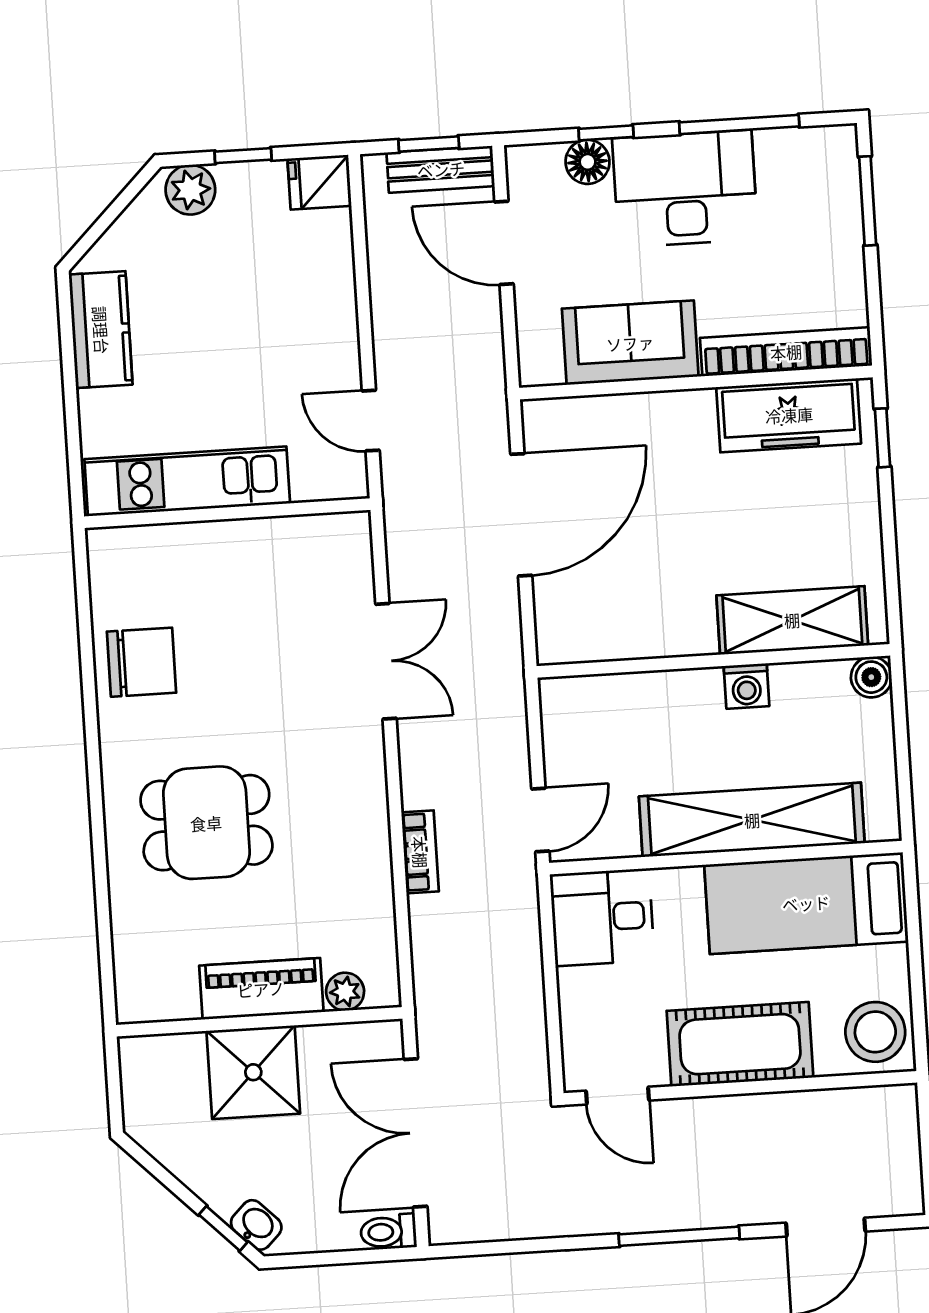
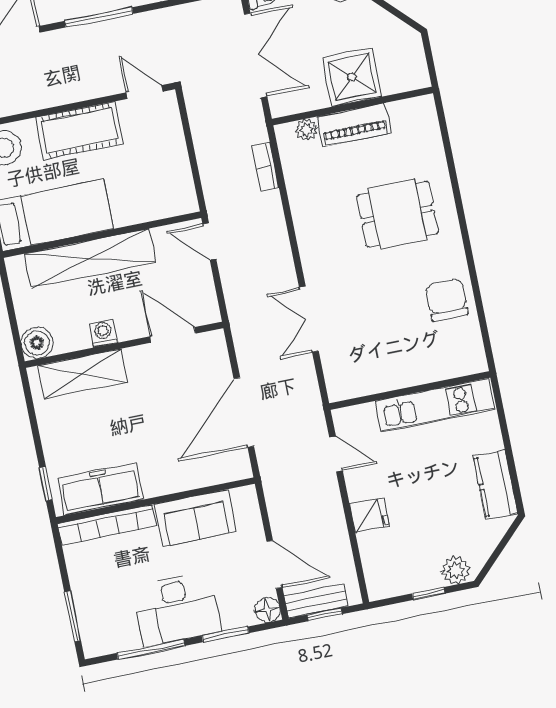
window: (606, 133) -> (225, 634), width x1.50
floor lamp: (588, 162) -> (267, 610), moved
fridge: (319, 182) -> (369, 515), moved
chair: (141, 662) -> (447, 300), turned 90
door: (627, 666) -> (173, 335), added
boiler: (871, 677) -> (37, 343), width x1.36, depth x1.36
door: (540, 820) -> (209, 242), hinge flipped
bookcase: (420, 852) -> (265, 167), moved
desk: (602, 917) -> (167, 191), removed

